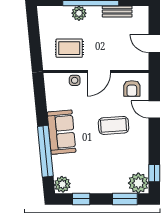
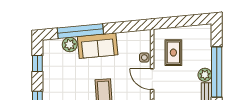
plant: (79, 13) -> (205, 75), moved
plant: (62, 184) -> (70, 45), moved

